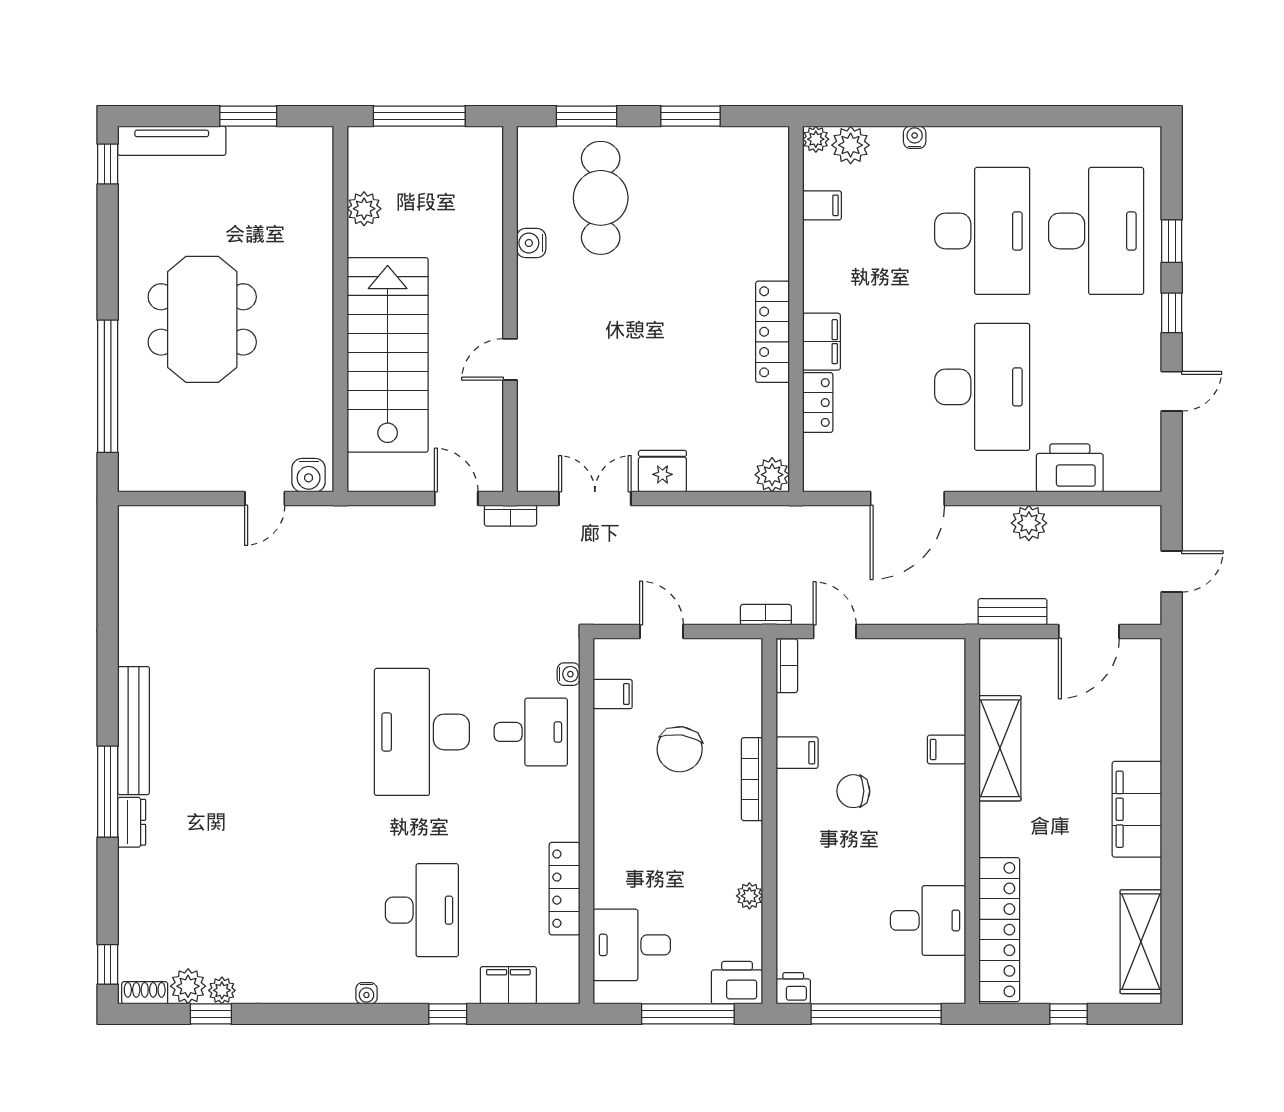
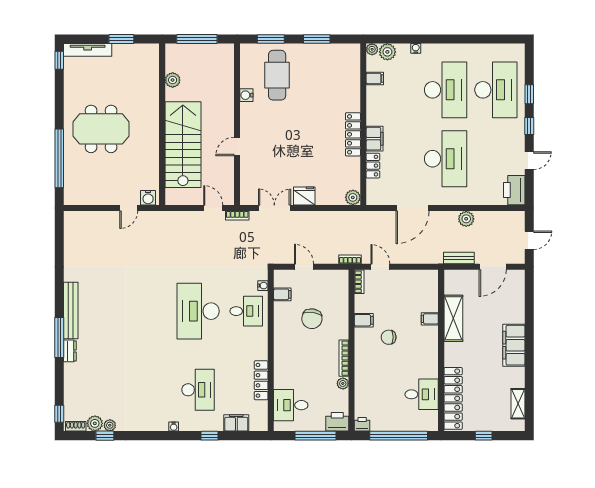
meeting table: (202, 319) -> (101, 129), turned 90
printer: (1070, 468) -> (514, 190), moved, turned -90
bookcase: (752, 779) -> (344, 358), moved
shelving: (1141, 942) -> (518, 404), width x0.67, depth x0.75

